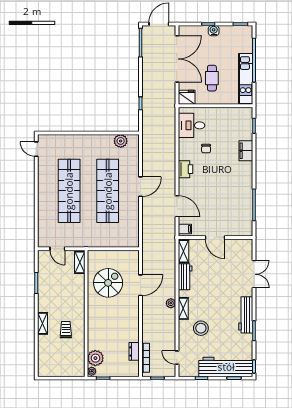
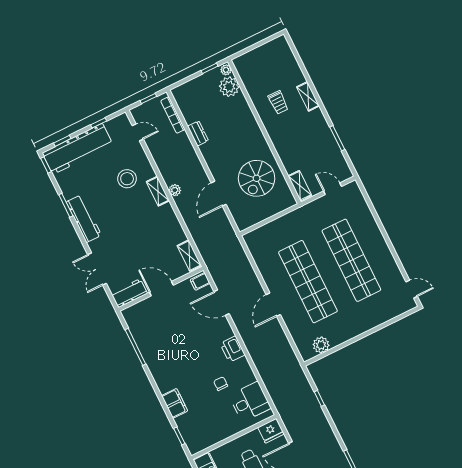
workbench: (185, 277) -> (129, 293), moved, turned 90
dresser: (134, 351) -> (198, 133), moved

